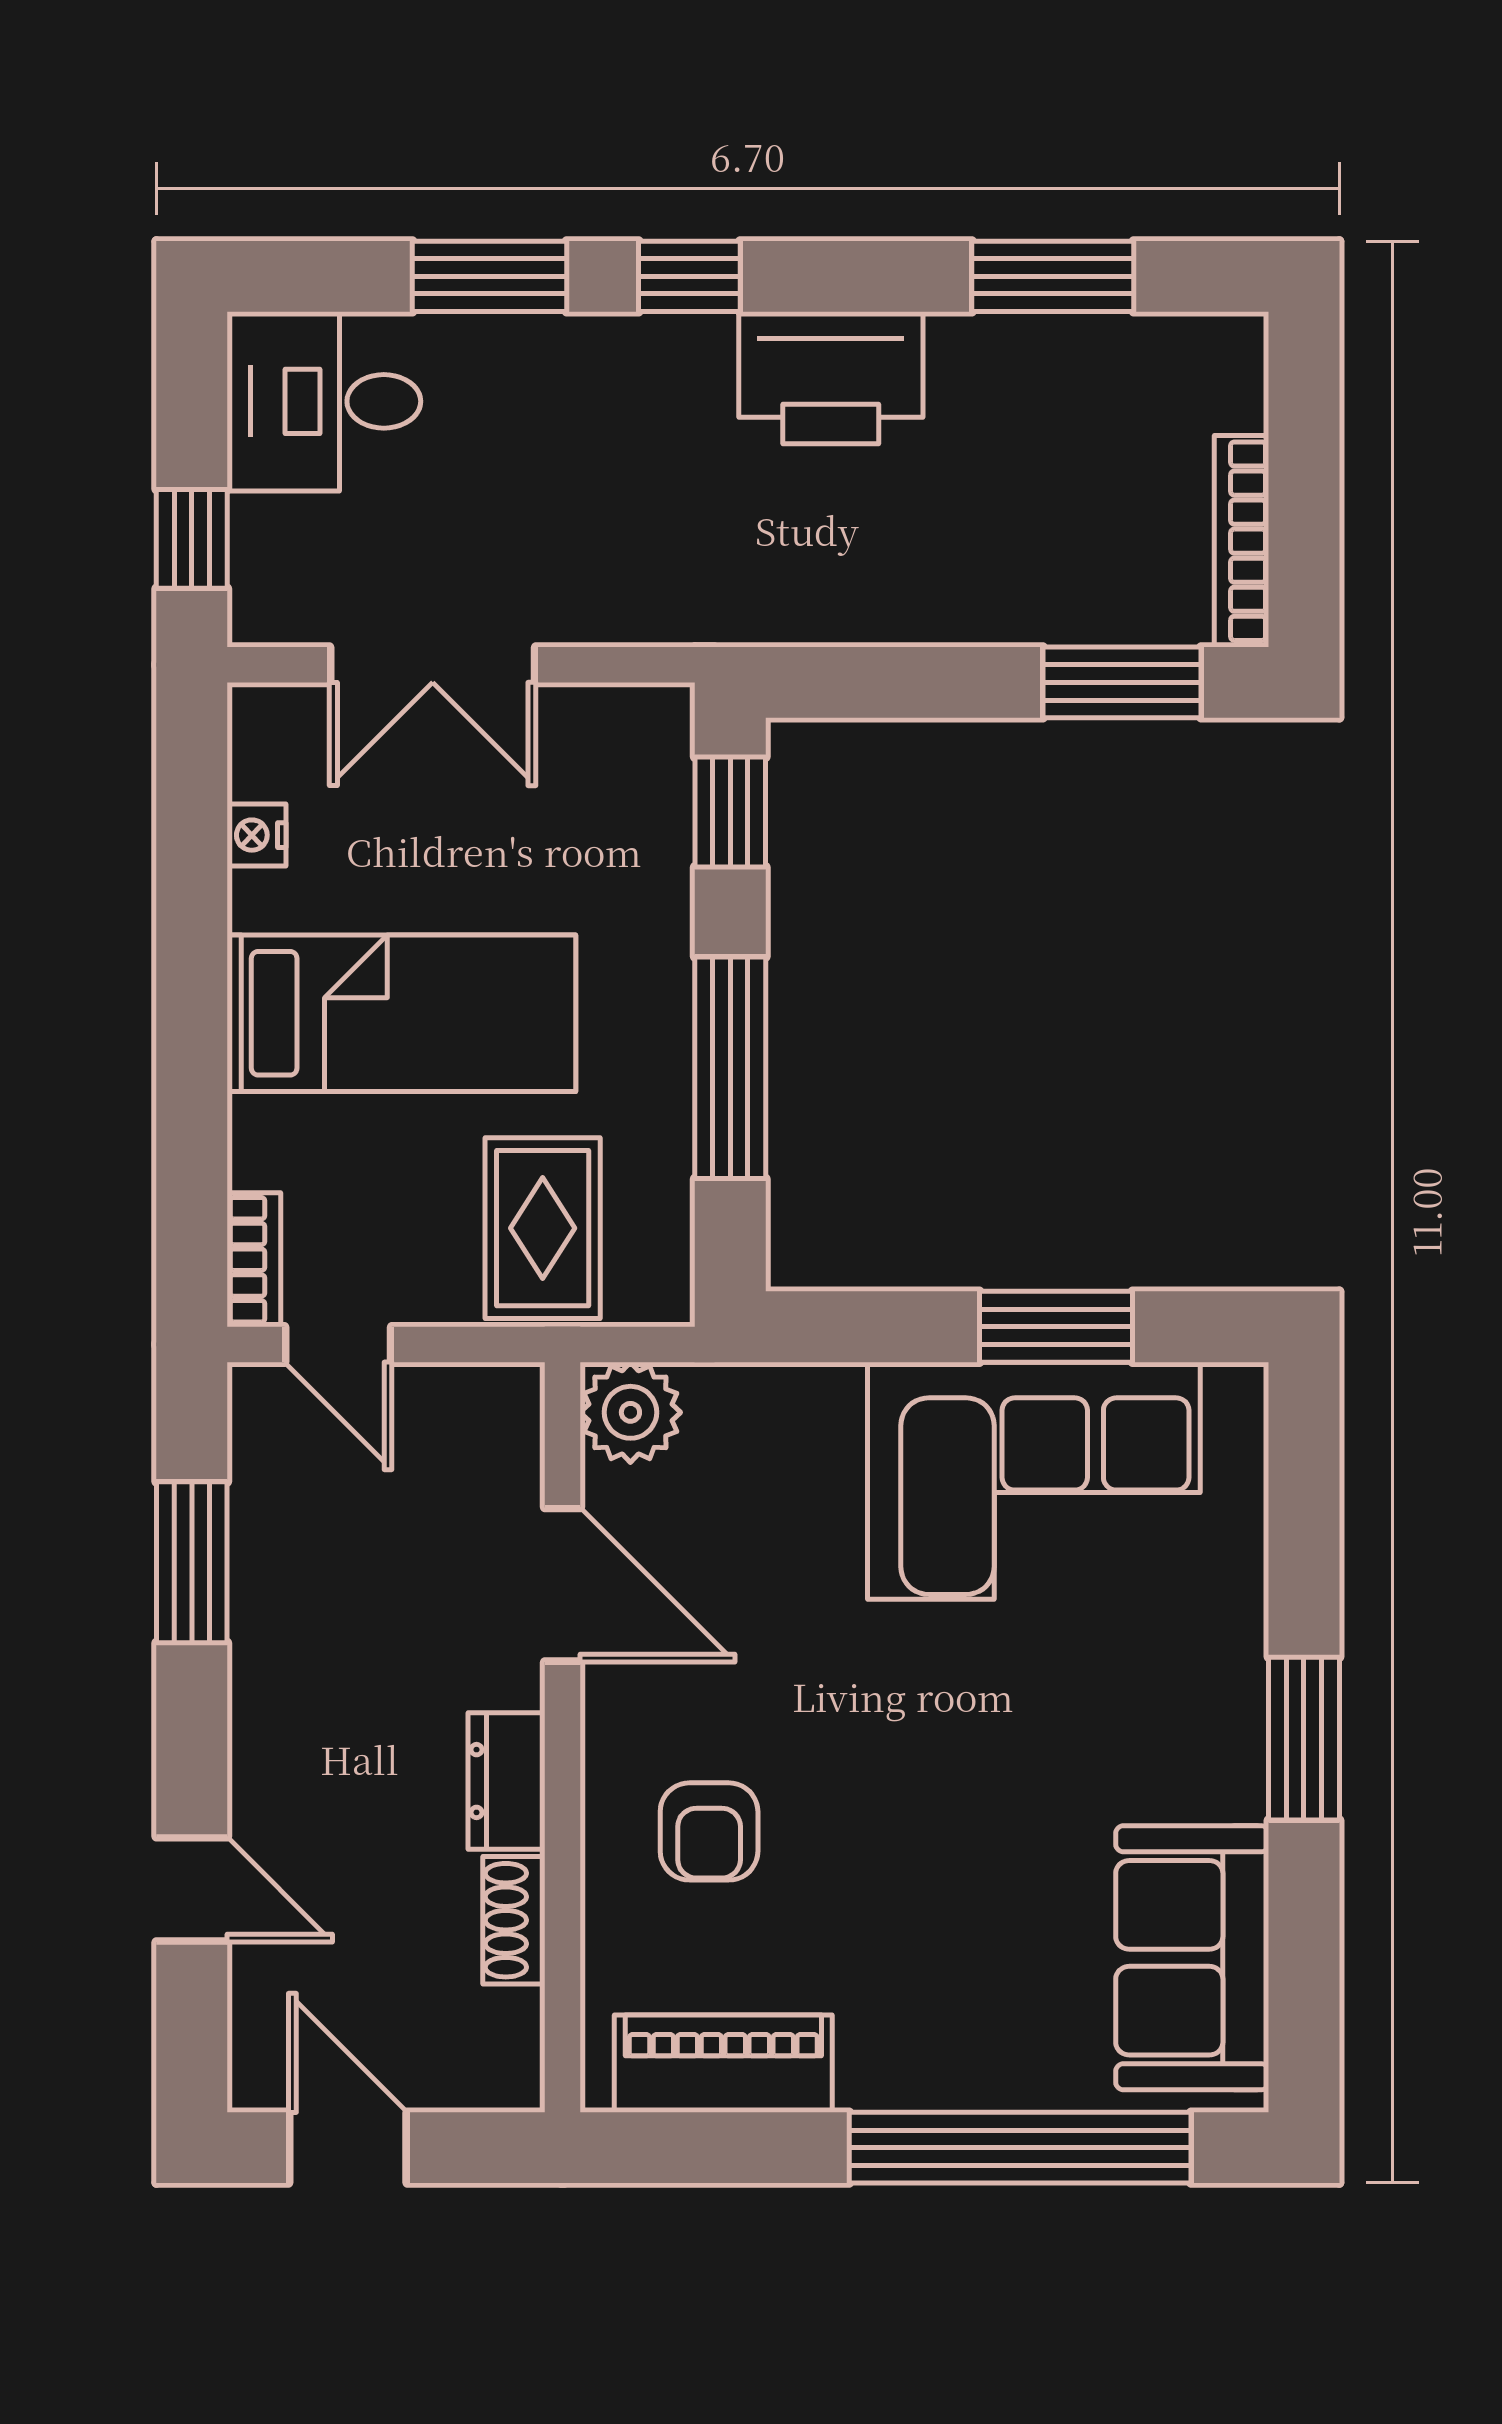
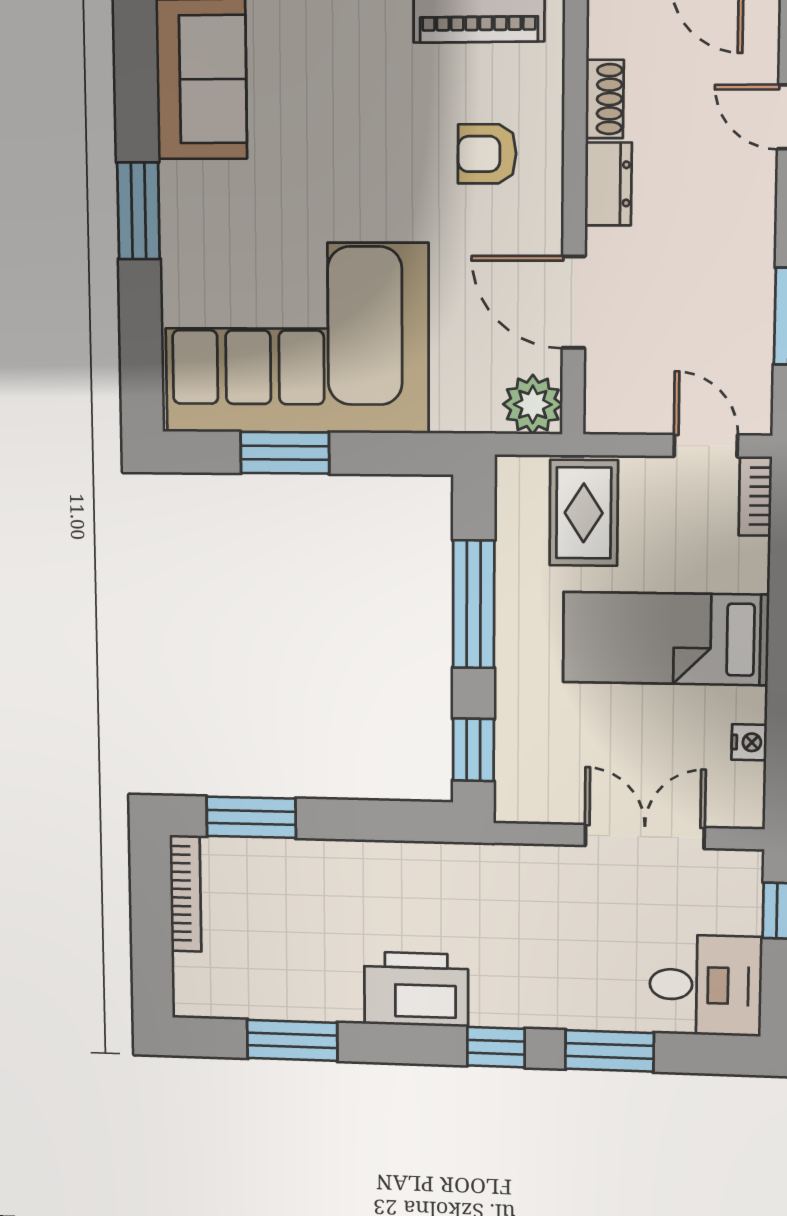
corner sofa: (1034, 1481) -> (296, 338), width x1.36, depth x1.36
armchair: (709, 1831) -> (487, 154), turned -90

